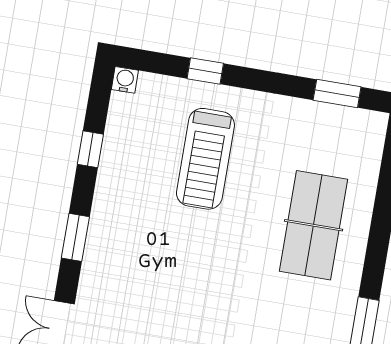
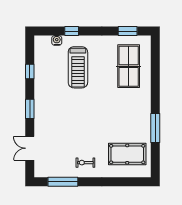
water cooler: (125, 80) -> (57, 40), moved
table tennis table: (314, 225) -> (129, 66), moved

